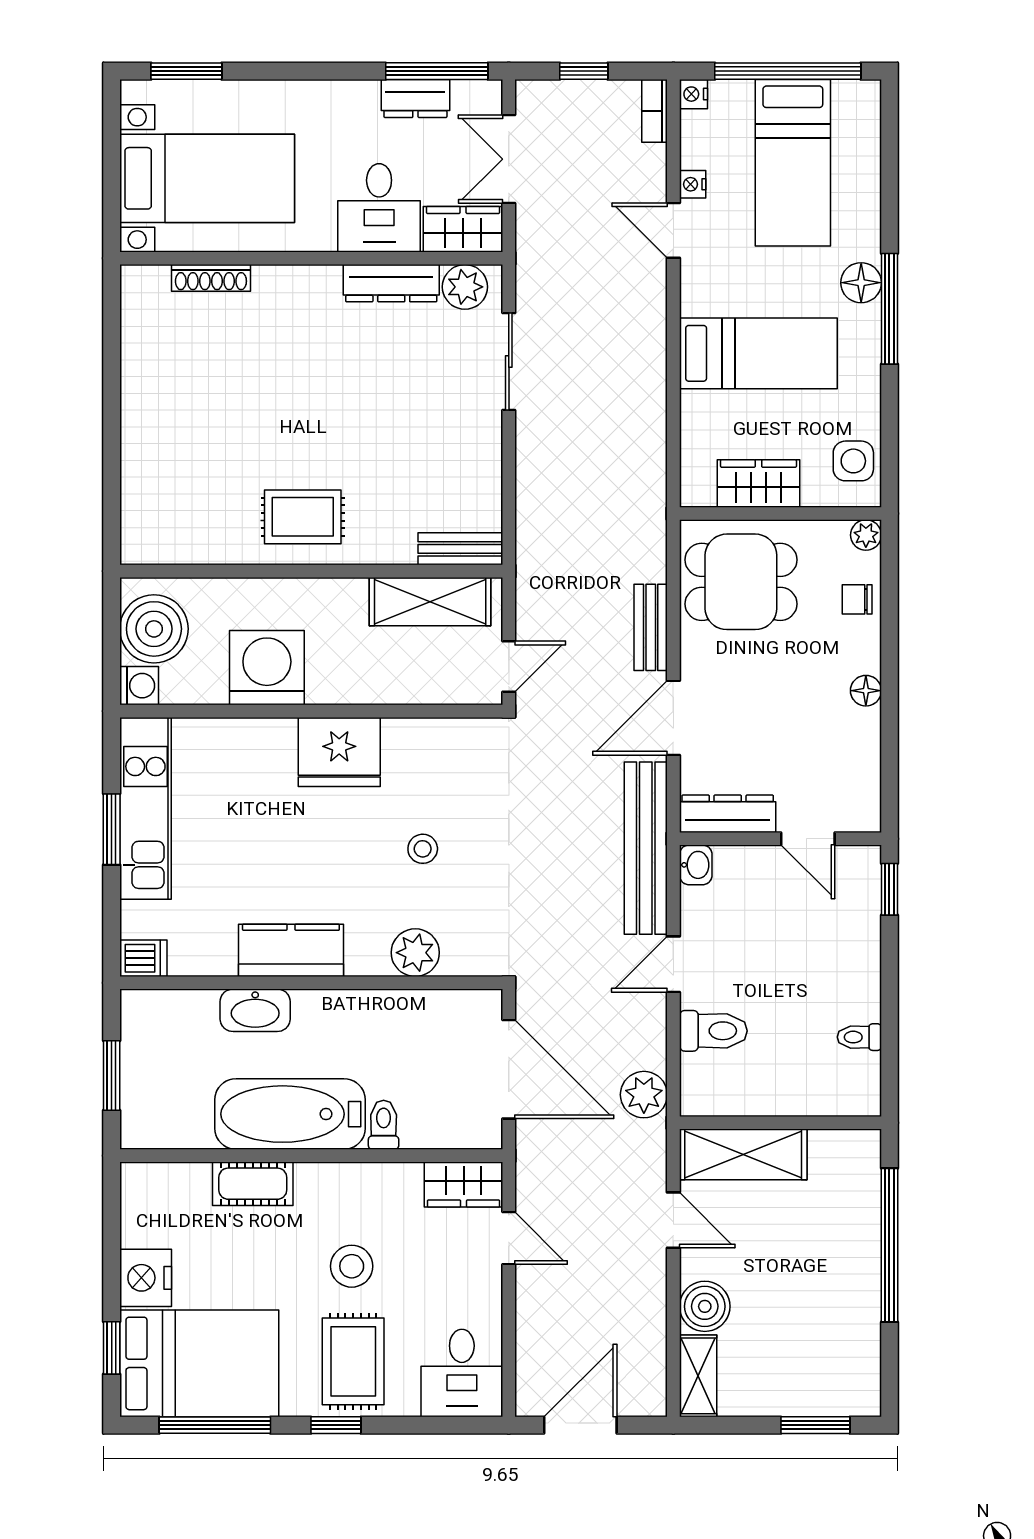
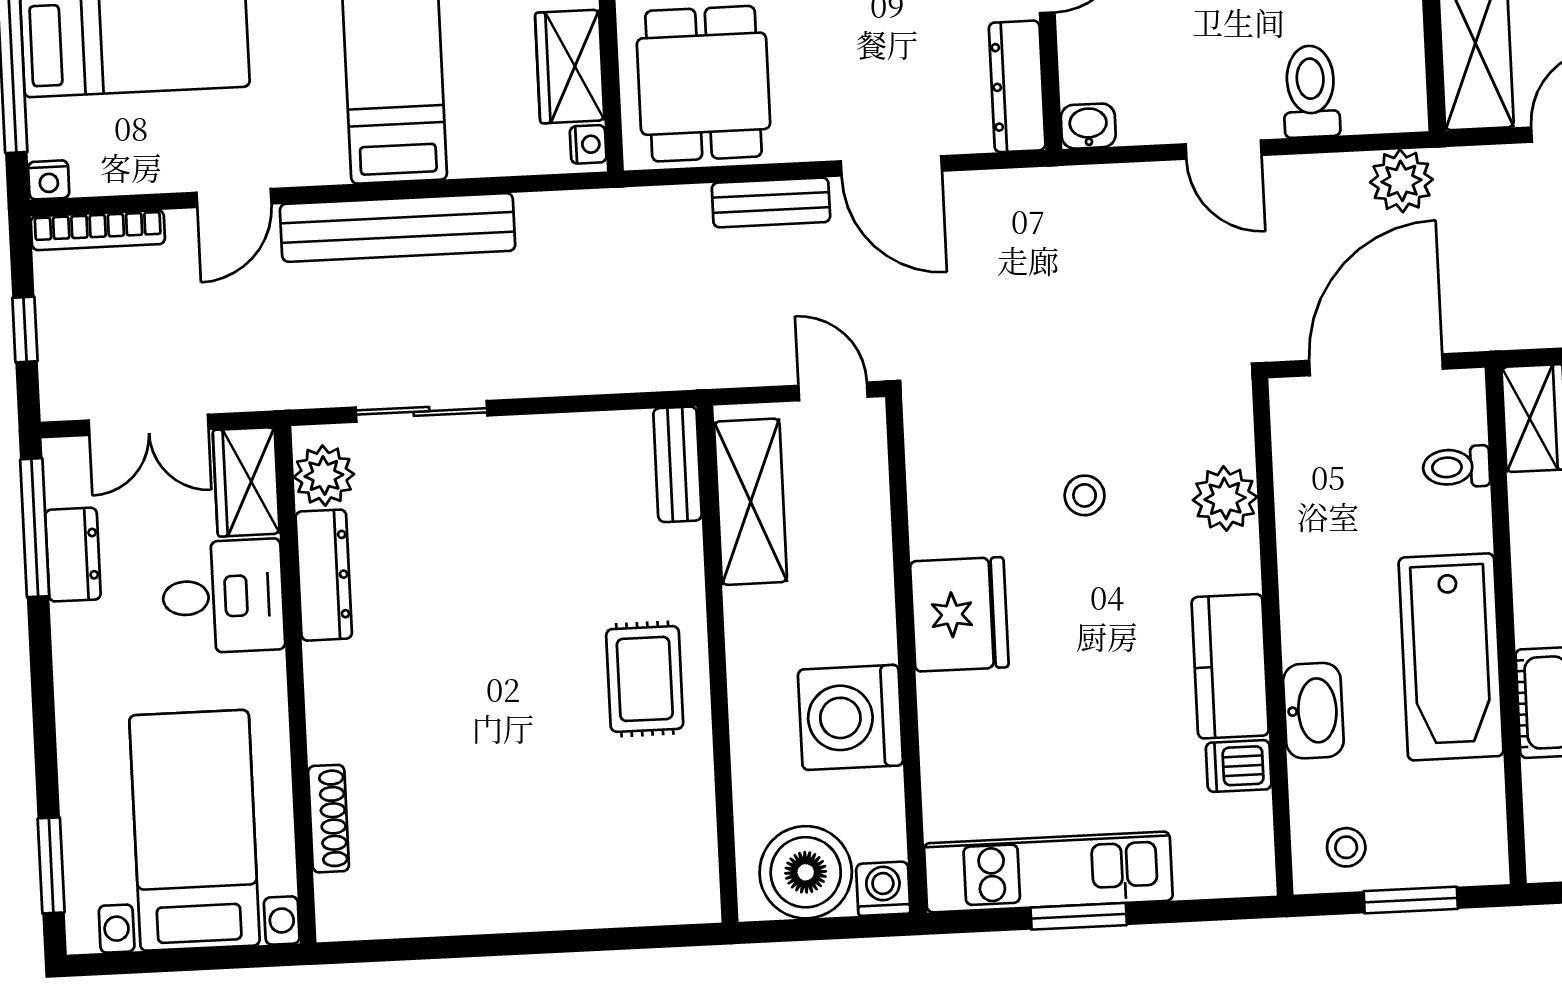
bookcase: (655, 111) -> (98, 230), width x1.56
nightstand: (693, 184) -> (588, 144), moved, turned -90
bench: (646, 848) -> (398, 227), moved
dishwasher: (143, 958) -> (1239, 766), moved, turned -90
stool: (153, 1030) -> (1346, 847), added
toilet: (384, 1125) -> (1456, 467), moved

